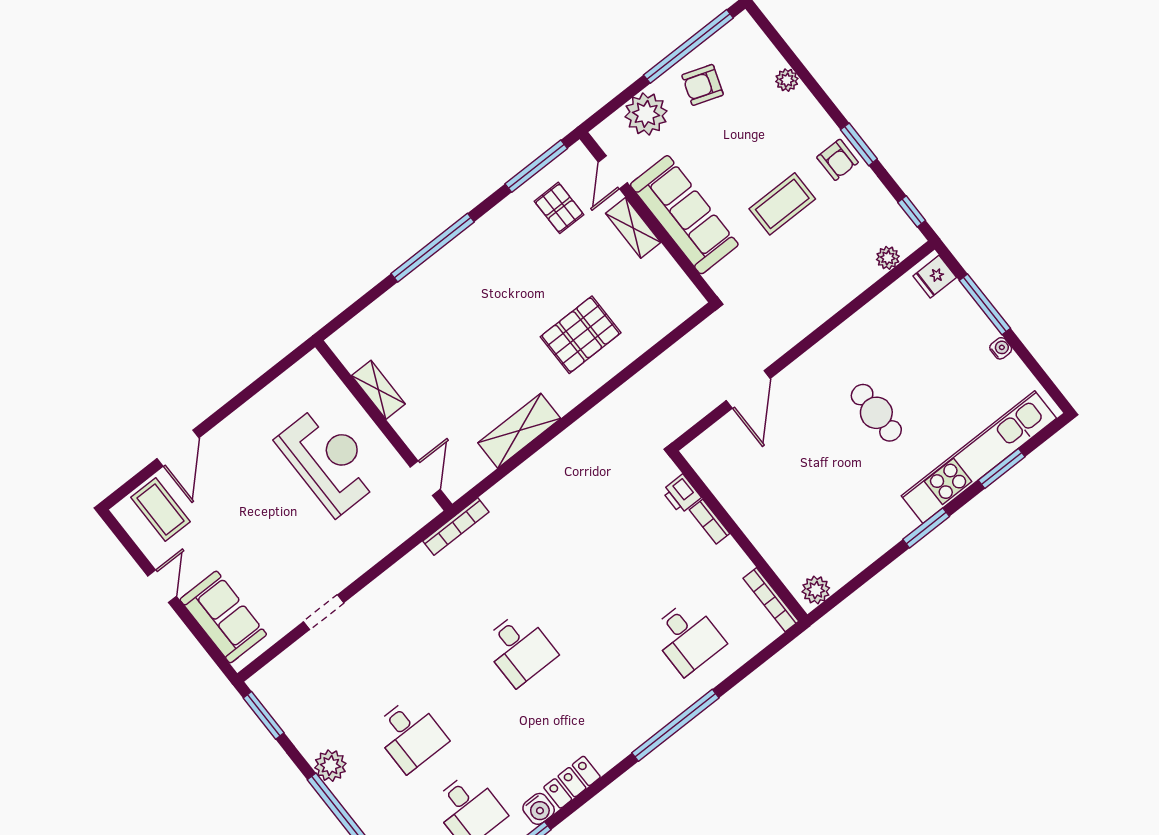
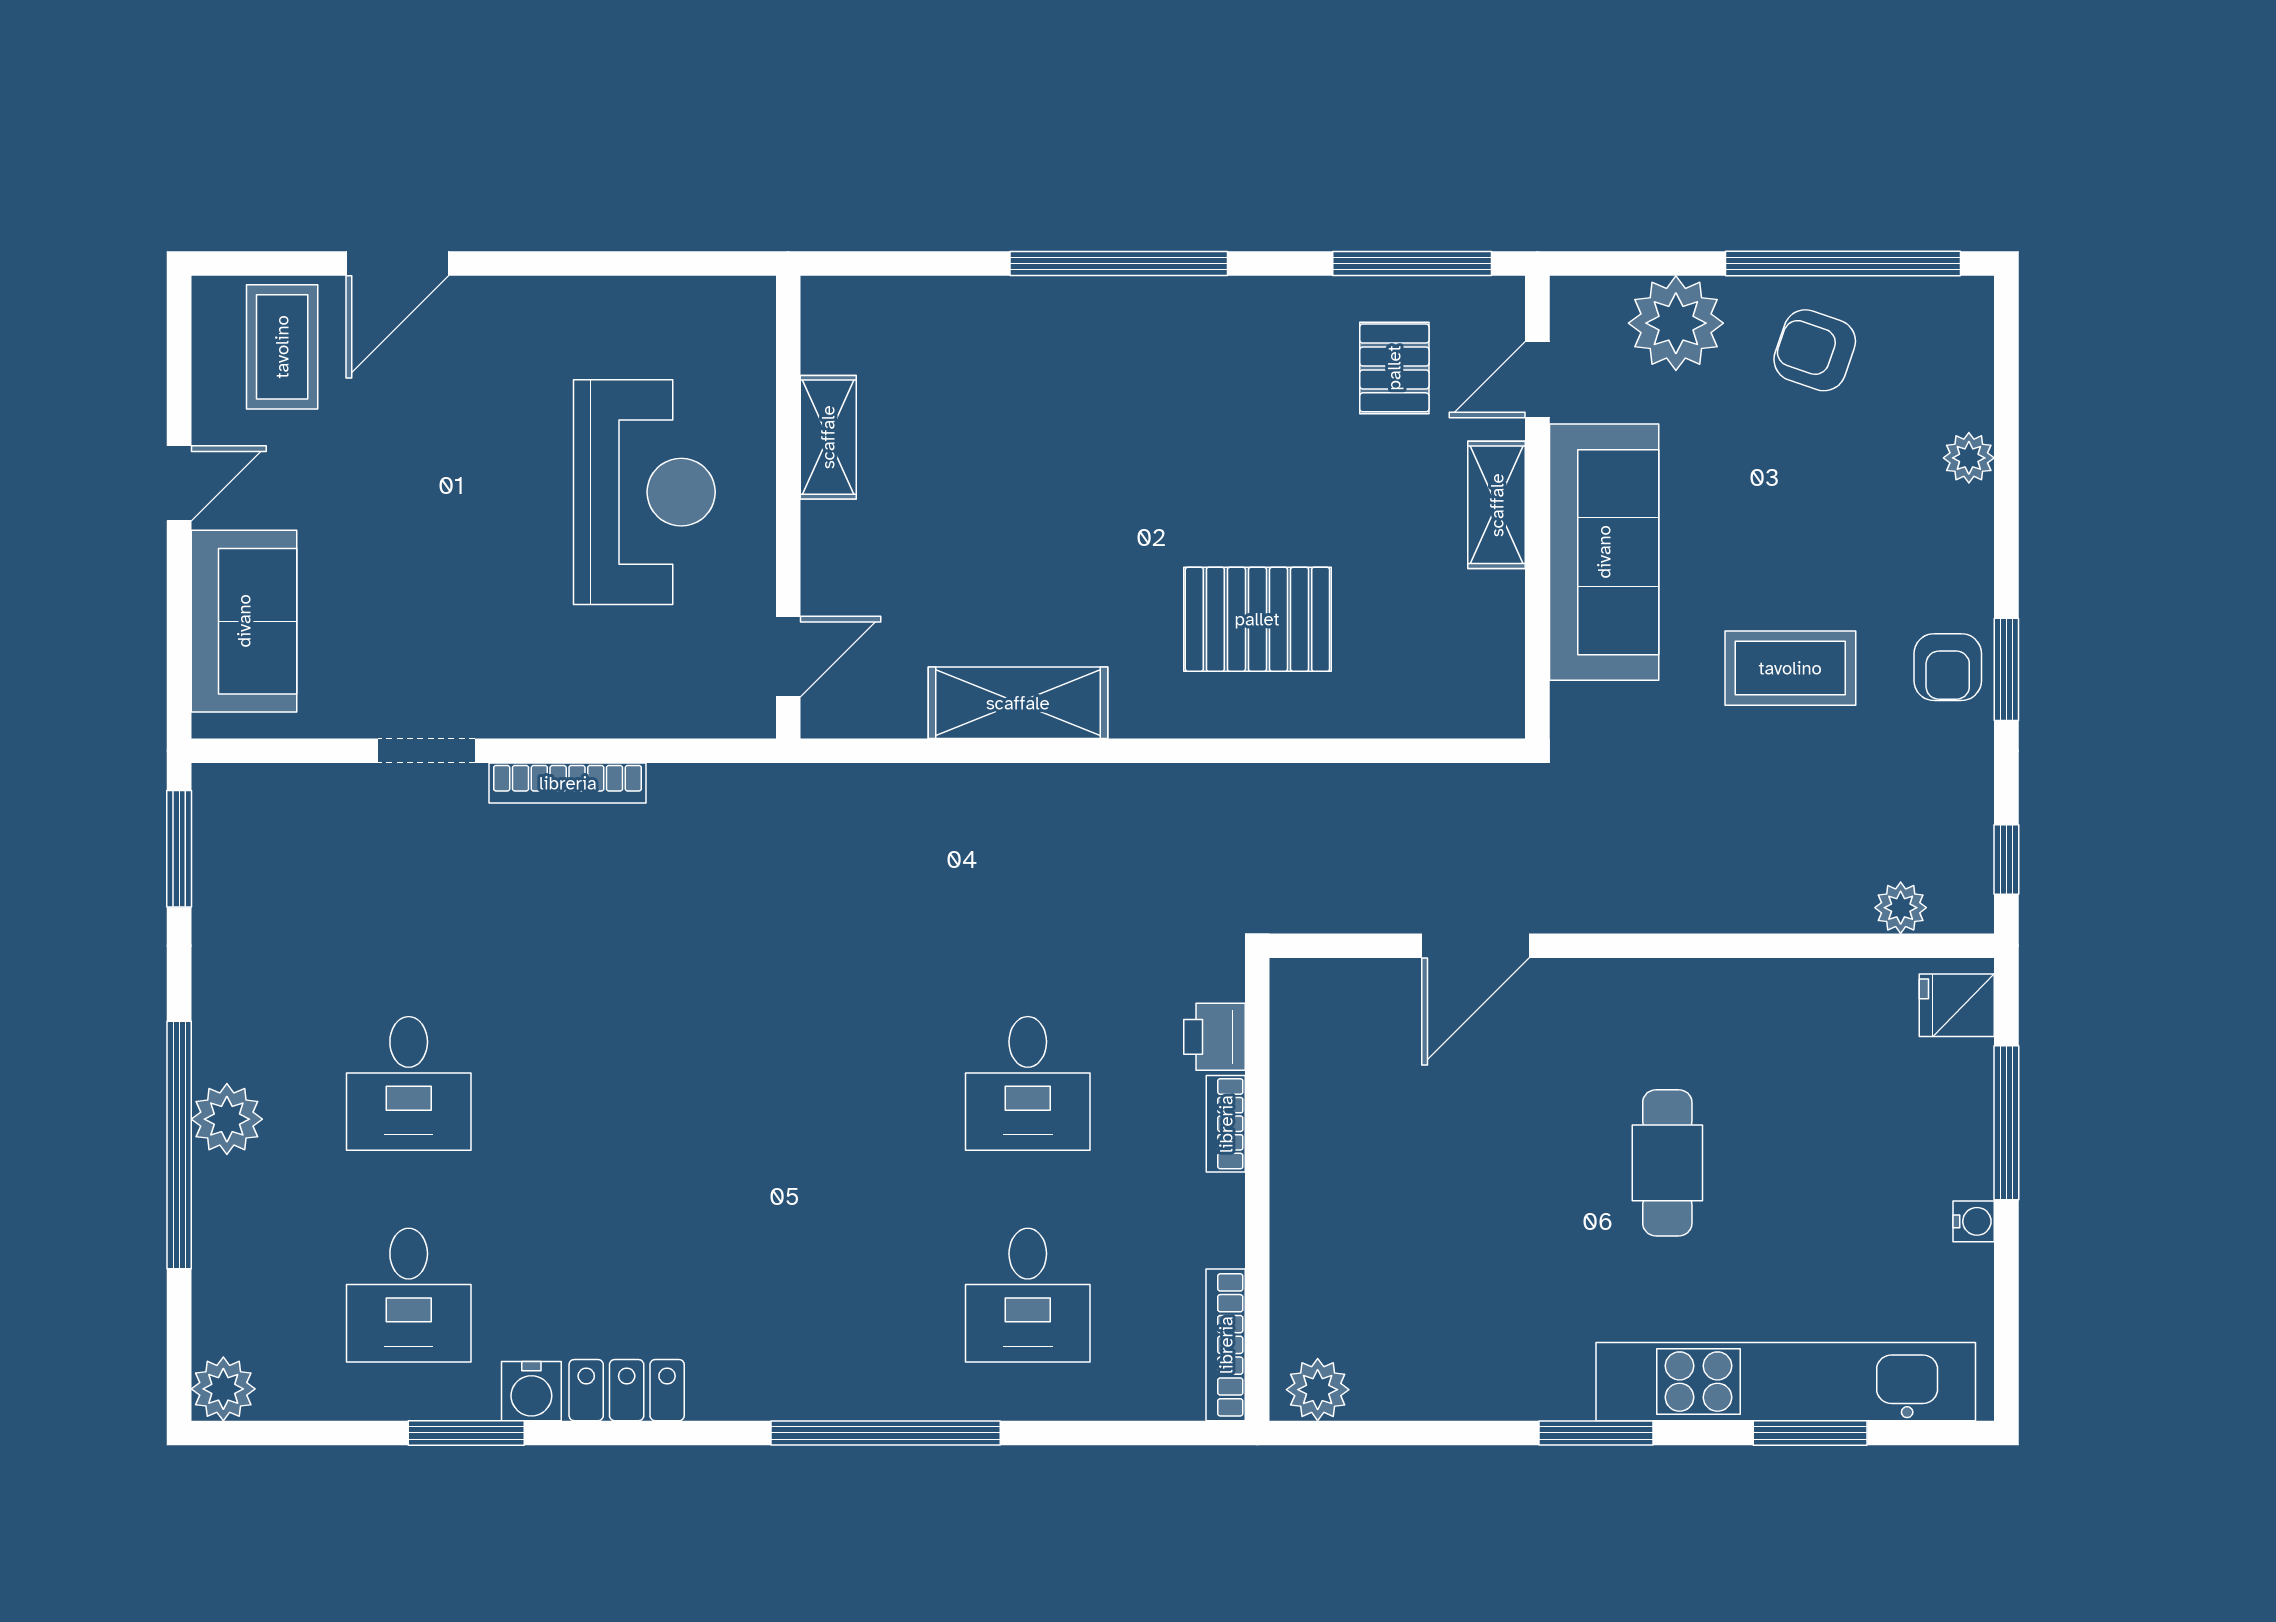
bookcase: (456, 526) -> (568, 783), moved
desk: (519, 648) -> (1028, 1083), moved
plant: (330, 766) -> (227, 1119), moved

